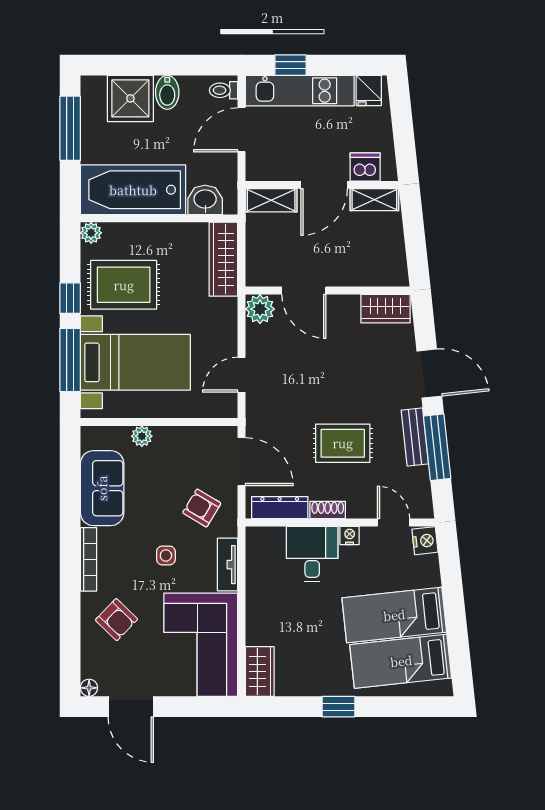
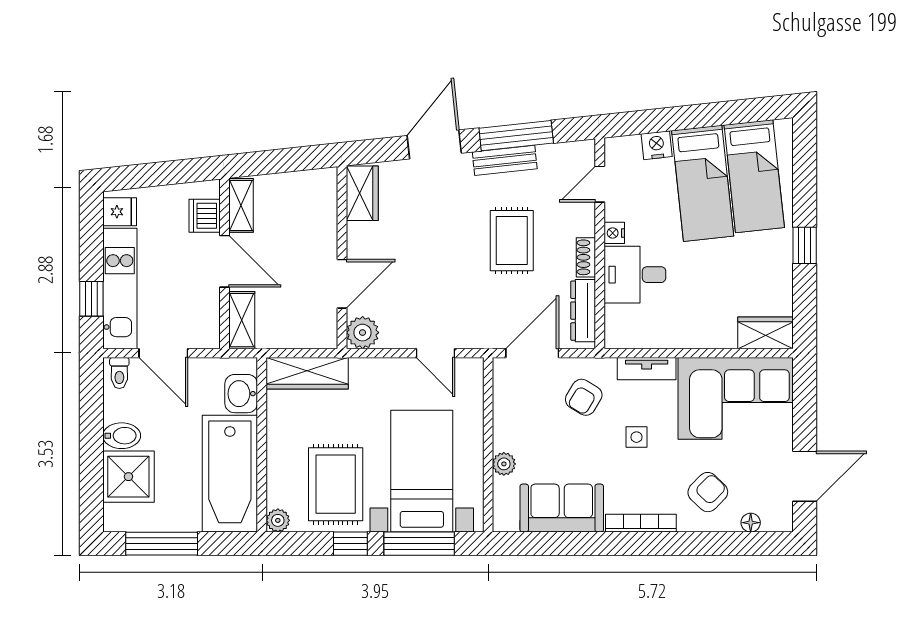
nightstand: (425, 541) -> (657, 145), moved
floor lamp: (89, 688) -> (751, 523), moved

